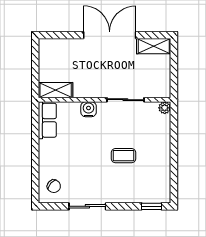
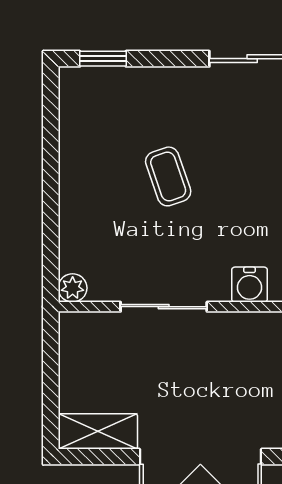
coffee table: (123, 156) -> (168, 176), turned 71

